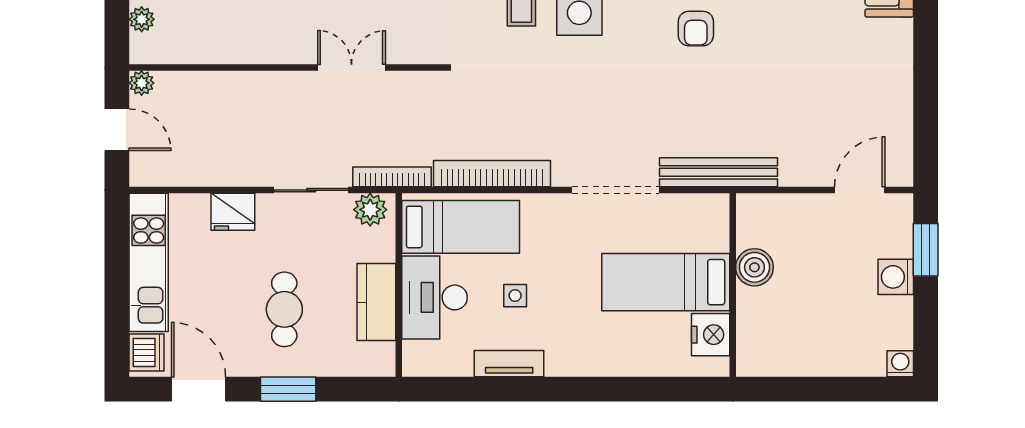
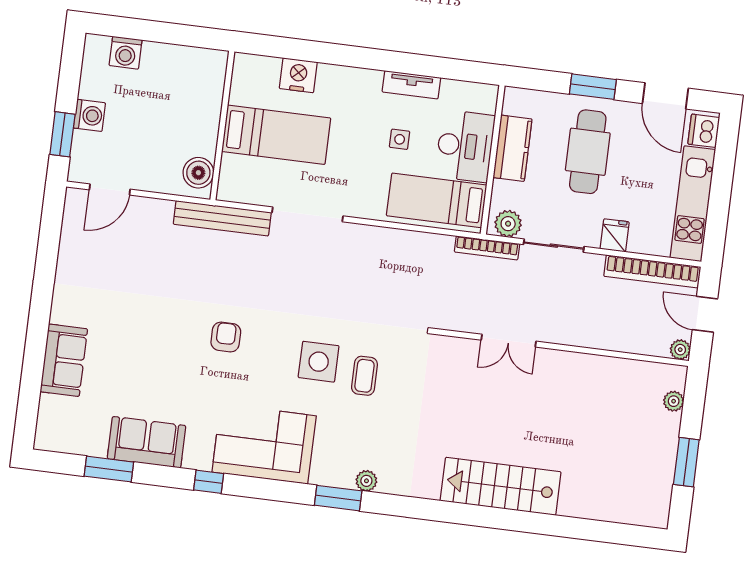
bookcase: (492, 174) -> (652, 271), moved
fridge: (233, 212) -> (615, 235), width x0.72
boiler: (754, 267) -> (198, 173), moved
cafe table: (284, 309) -> (588, 152), width x1.37, depth x1.35
nightstand: (711, 335) -> (298, 75), moved, turned 90
washing machine: (900, 364) -> (126, 53), moved, width x1.38, depth x1.38

